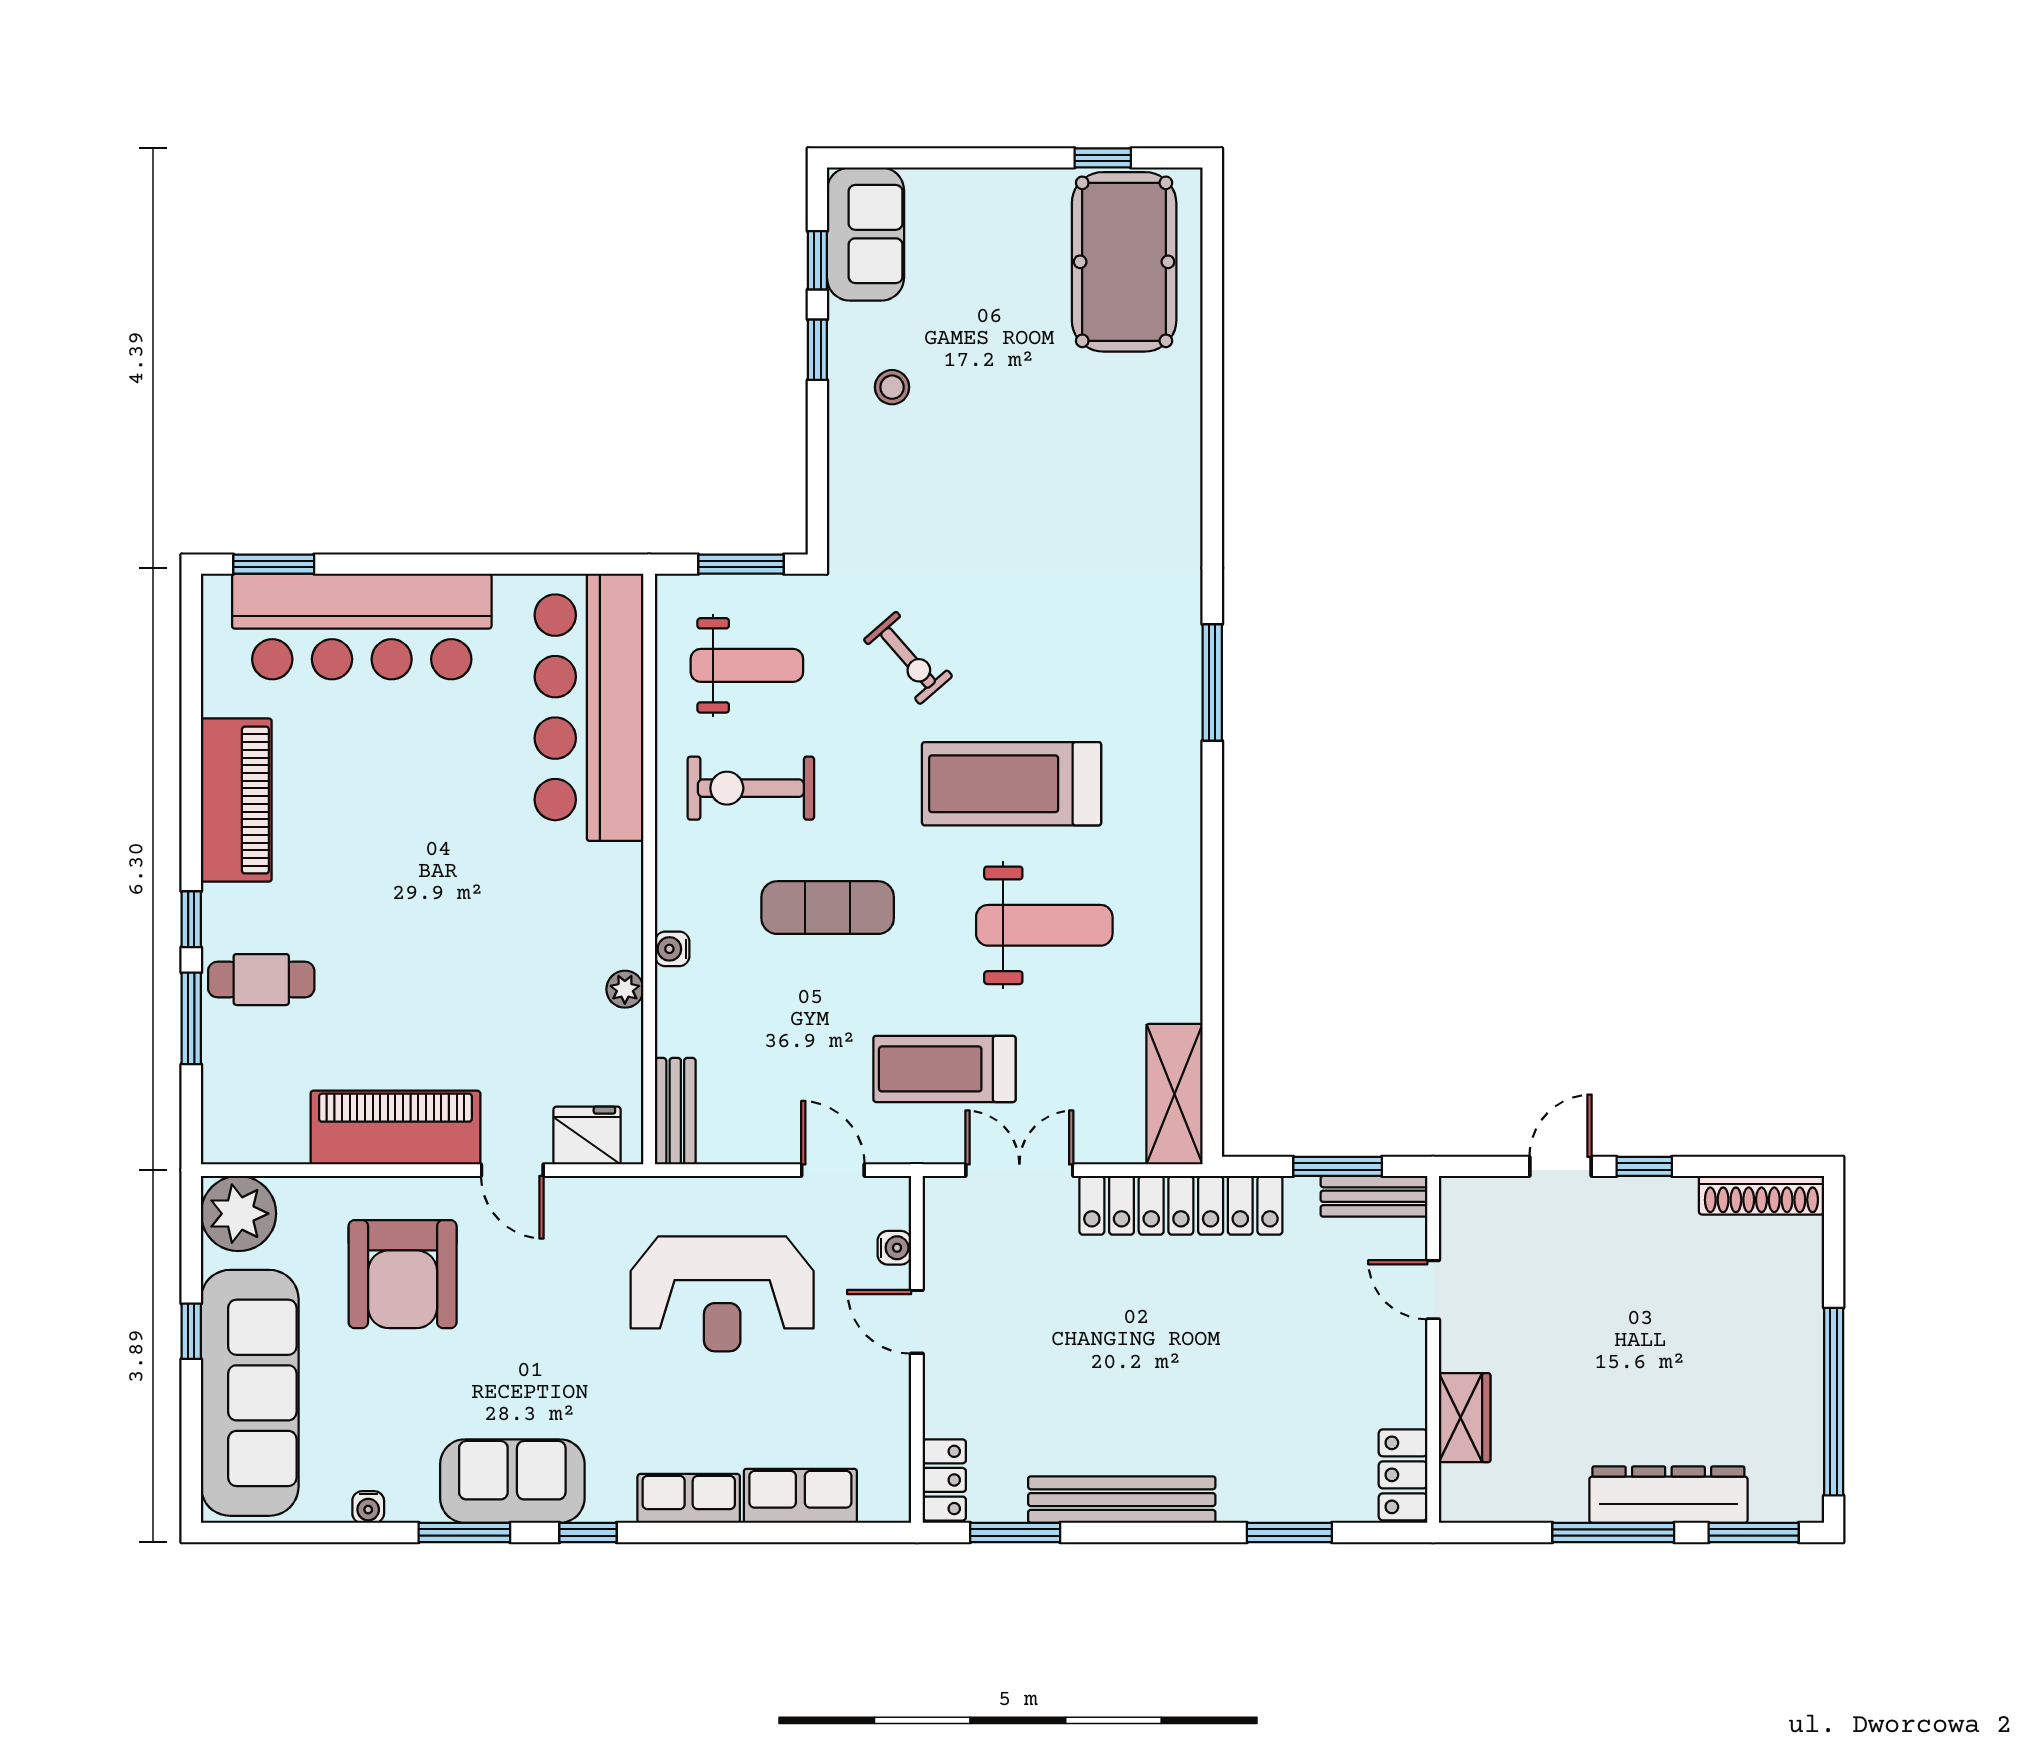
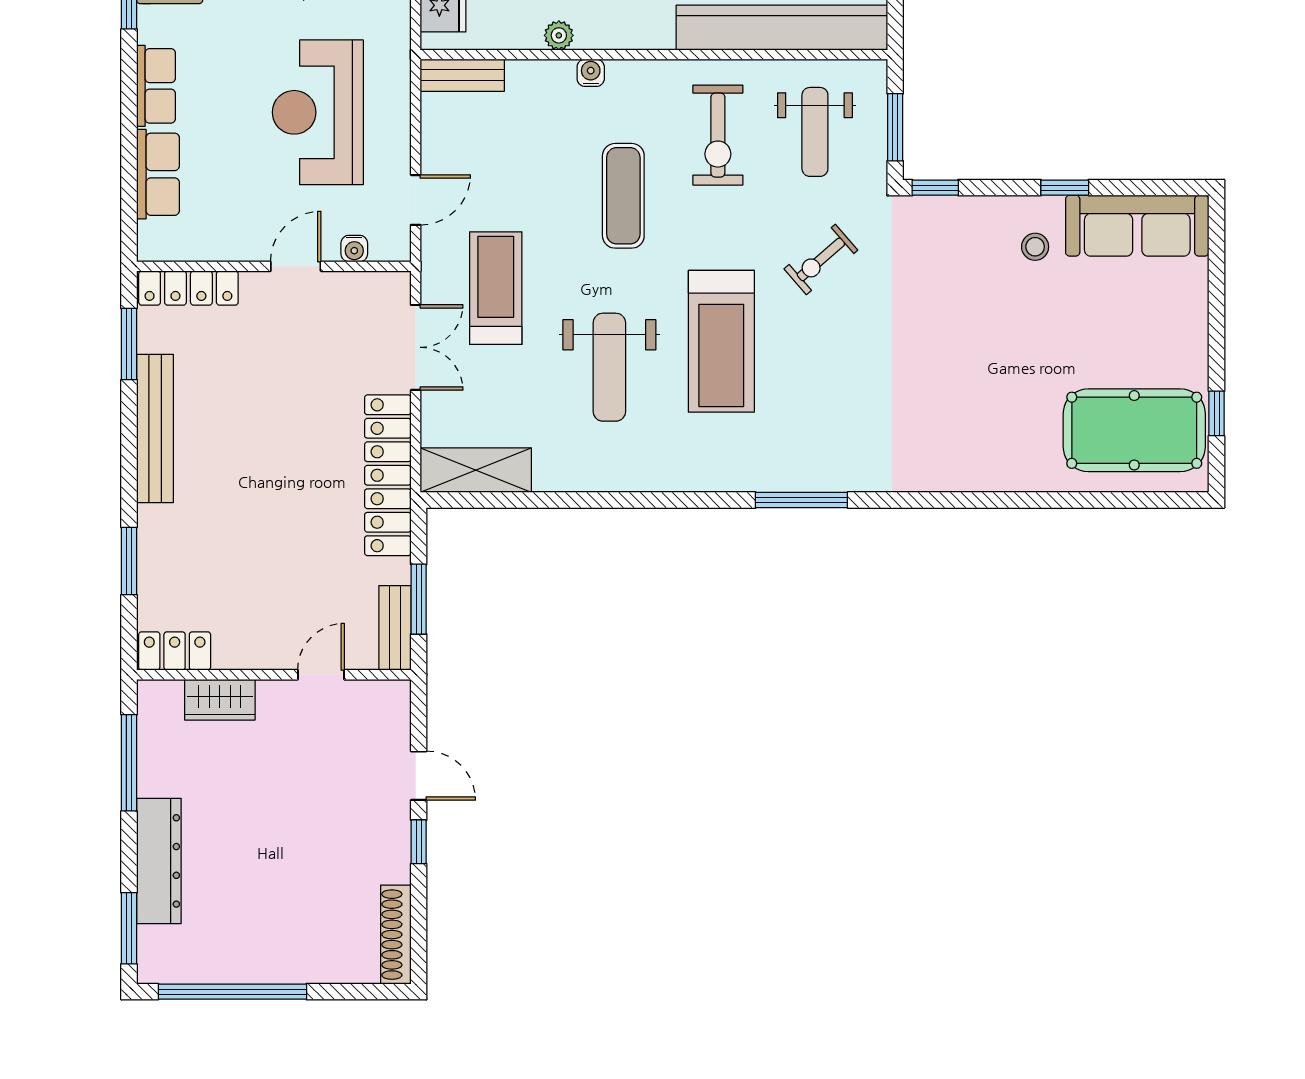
sofa: (865, 234) -> (1137, 226), width x1.36
window: (817, 260) -> (935, 188), moved
treadmill: (1012, 784) -> (721, 341), turned 180
exercise bike: (751, 788) -> (718, 135), turned 180
locker: (944, 1480) -> (188, 288), width x1.53
window: (1613, 1532) -> (129, 763), moved

